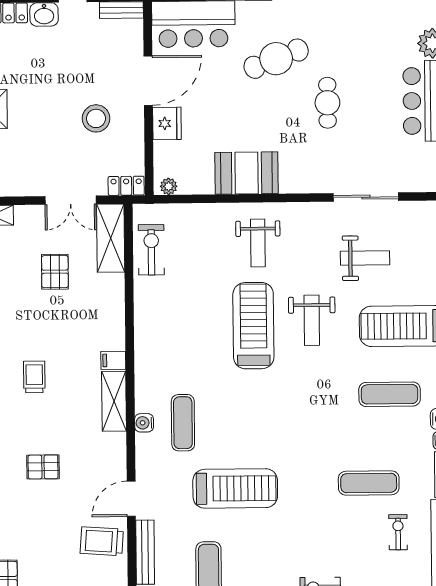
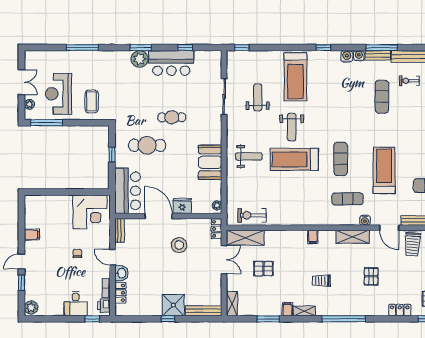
cafe table: (276, 59) -> (147, 145), turned -69
weight bench: (312, 320) -> (292, 127), turned 90
exercise mat: (390, 394) -> (341, 159), moved
shelving: (114, 401) -> (353, 237), moved
water cooler: (144, 423) -> (365, 220), moved

